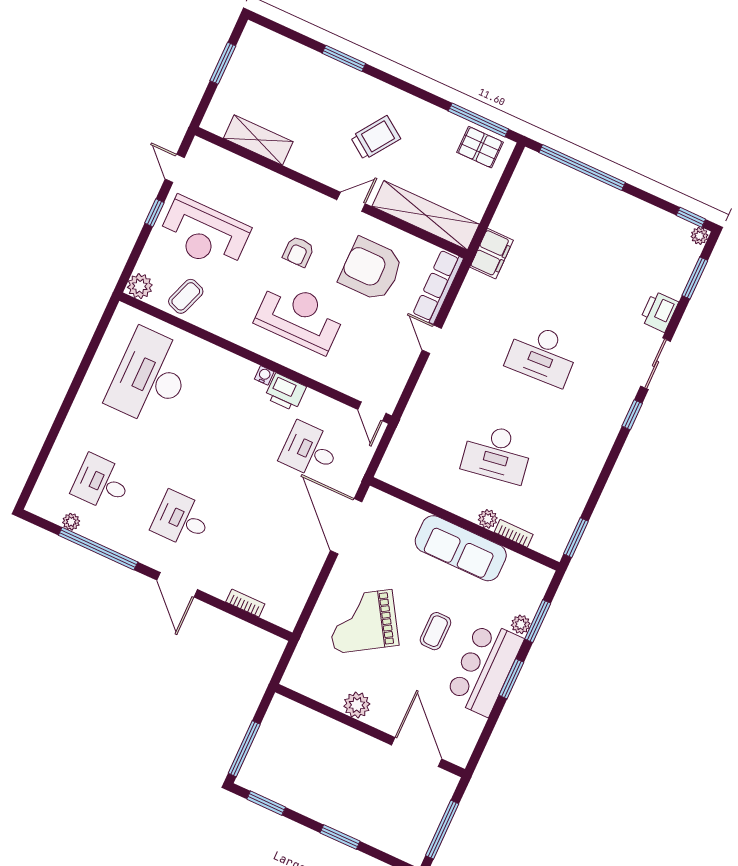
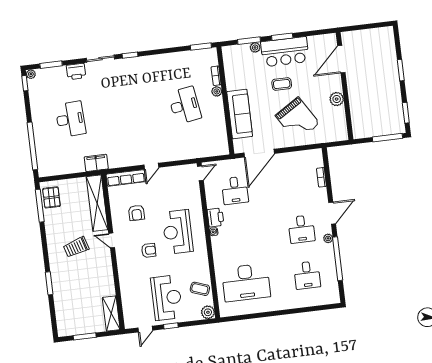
trolley: (375, 138) -> (76, 247), turned -52
shelving: (258, 140) -> (111, 314), moved
armchair: (371, 269) -> (137, 213), width x0.53, depth x0.53
desk: (542, 354) -> (71, 119), moved
plant: (71, 522) -> (328, 238), moved
sofa: (461, 548) -> (240, 114), moved
window: (442, 830) -> (369, 26), removed

